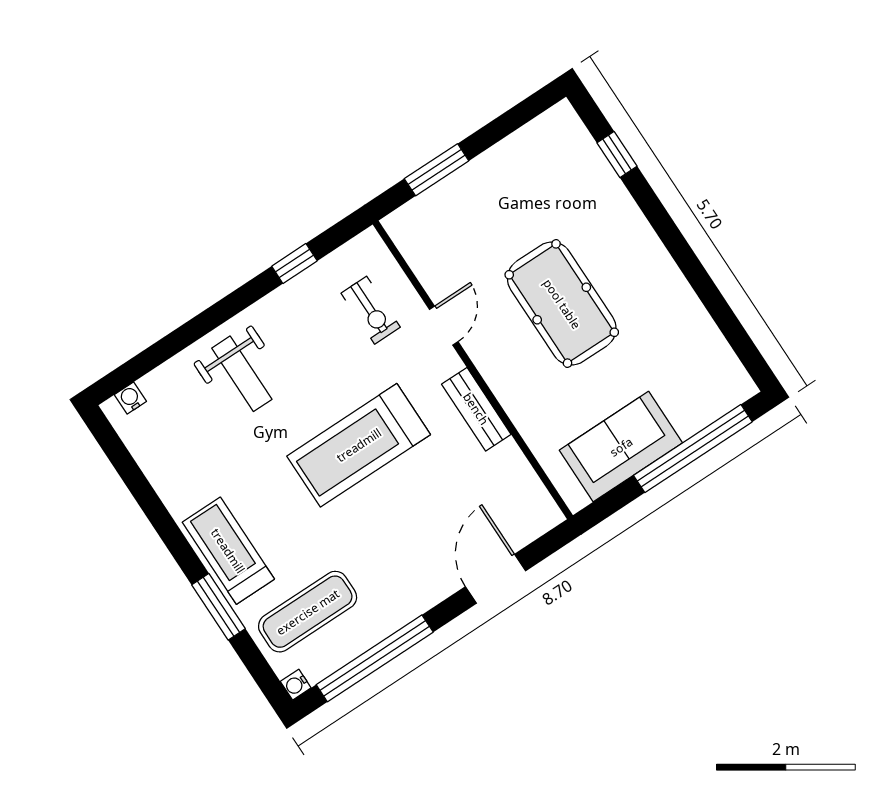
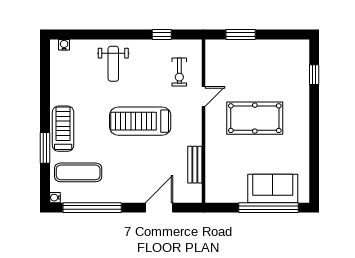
pool table: (562, 304) -> (255, 118), turned 90
bench: (476, 409) -> (195, 165), moved
sofa: (621, 447) -> (273, 188), moved

